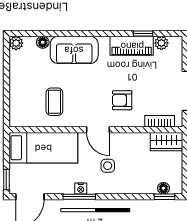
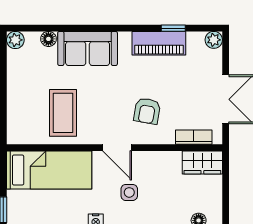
plant: (161, 43) -> (214, 40), moved
armchair: (122, 100) -> (147, 111), turned -80
coffee table: (54, 102) -> (63, 113), width x1.36, depth x1.30

